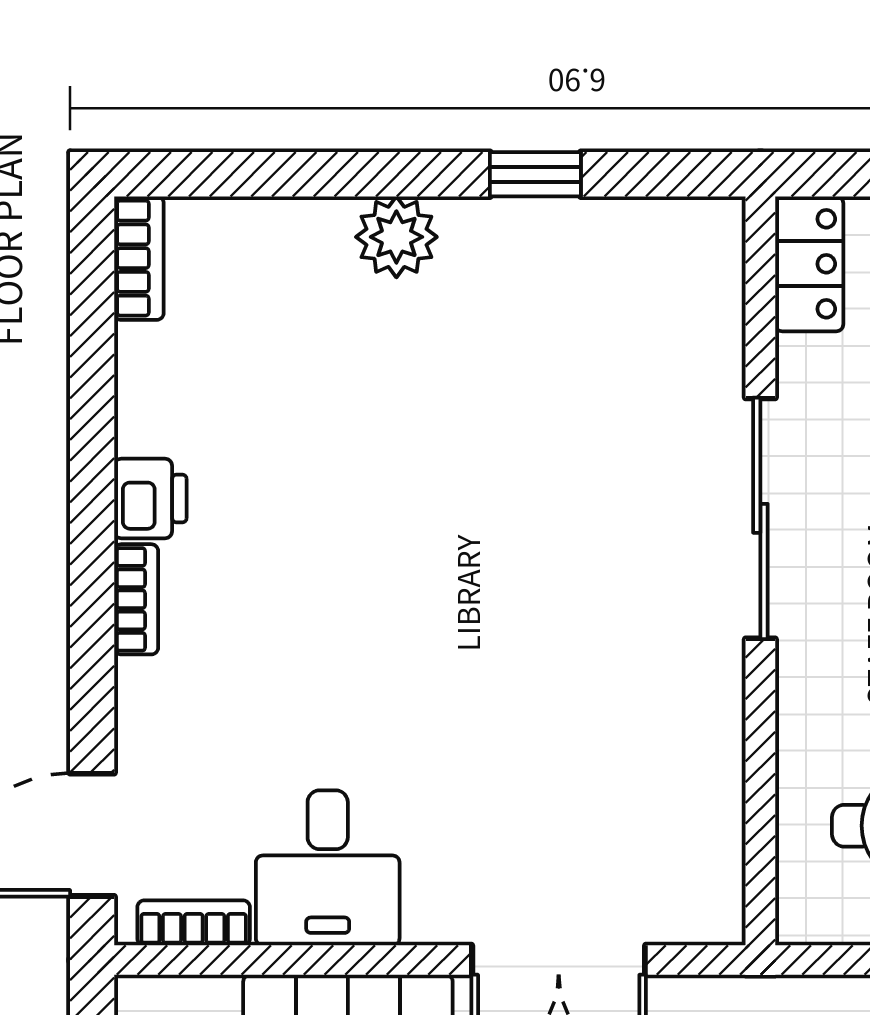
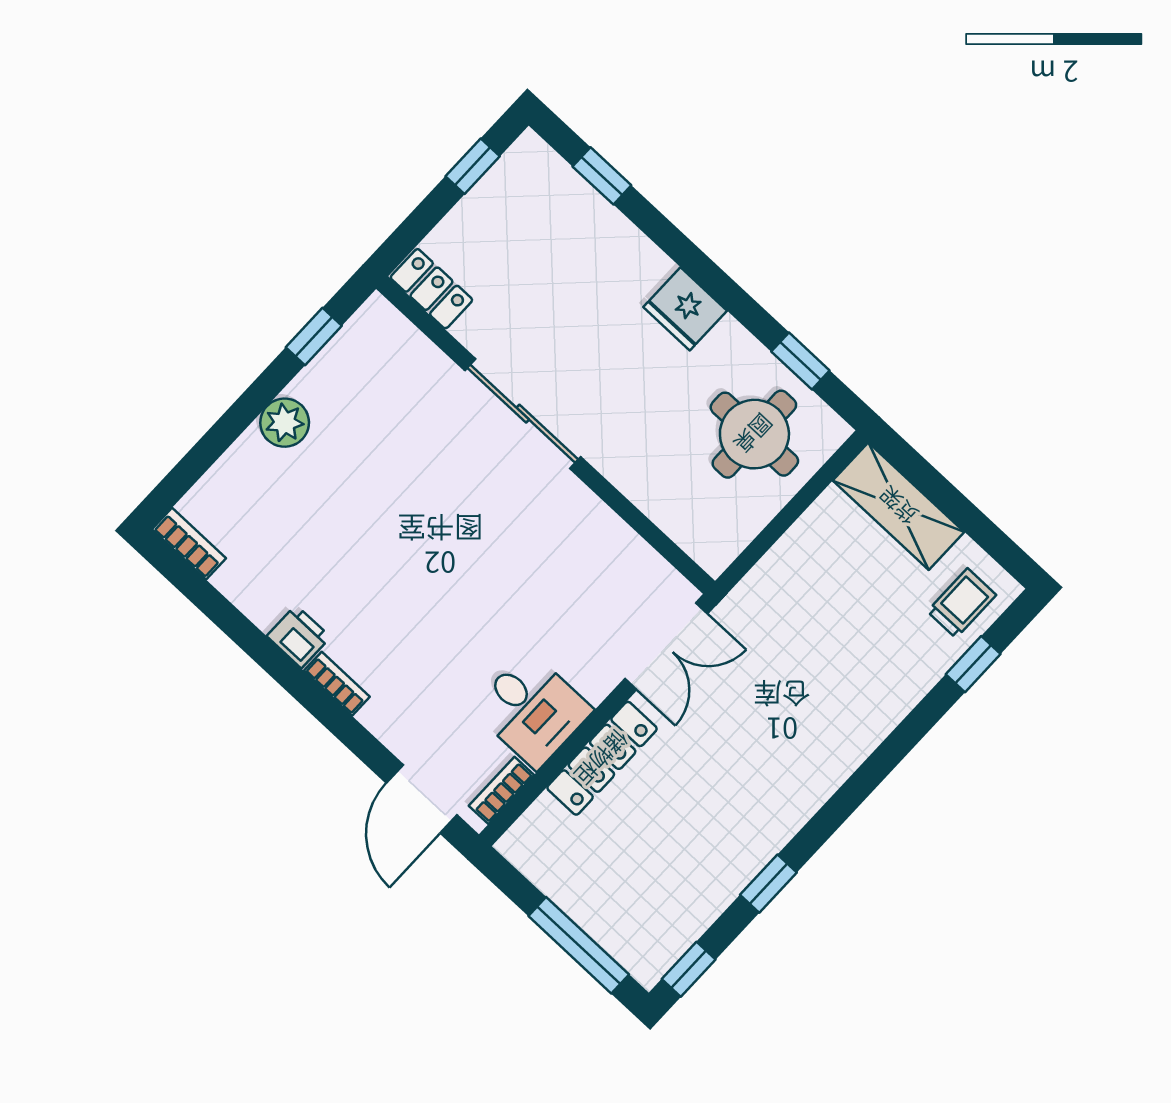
locker: (809, 264) -> (431, 289), moved
sliding door: (760, 518) -> (523, 414), moved
wall: (760, 571) -> (546, 435), moved

